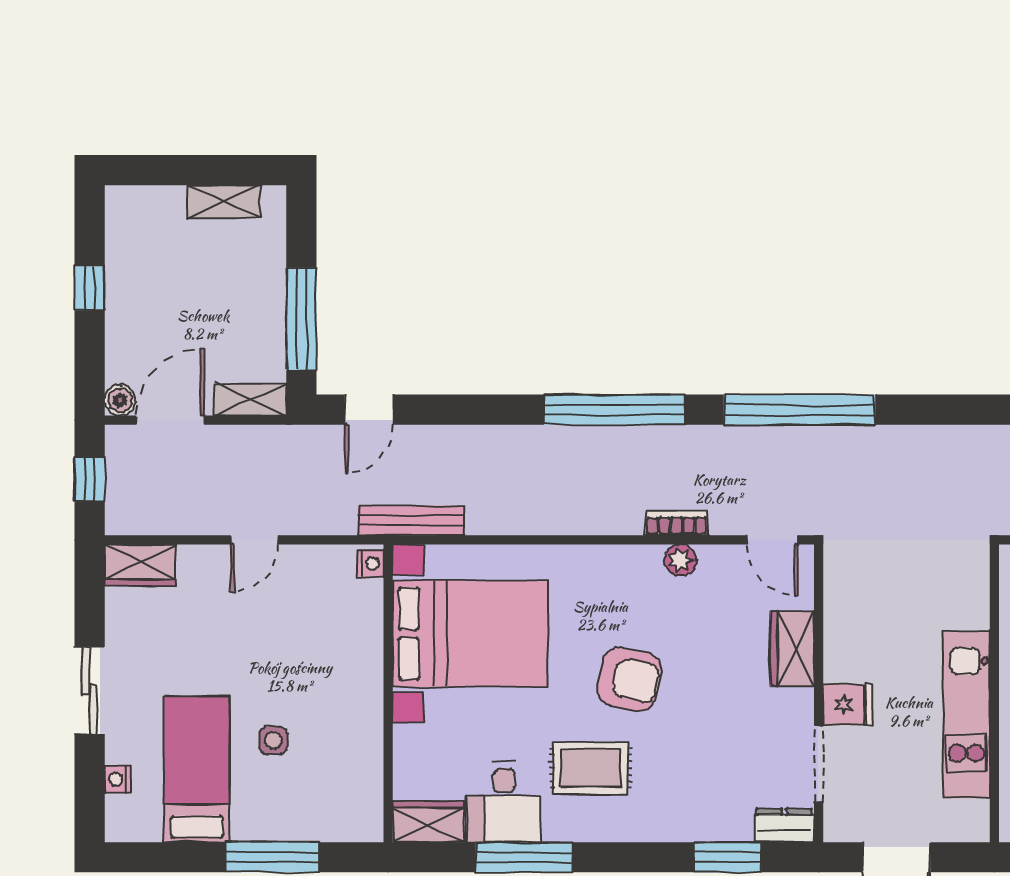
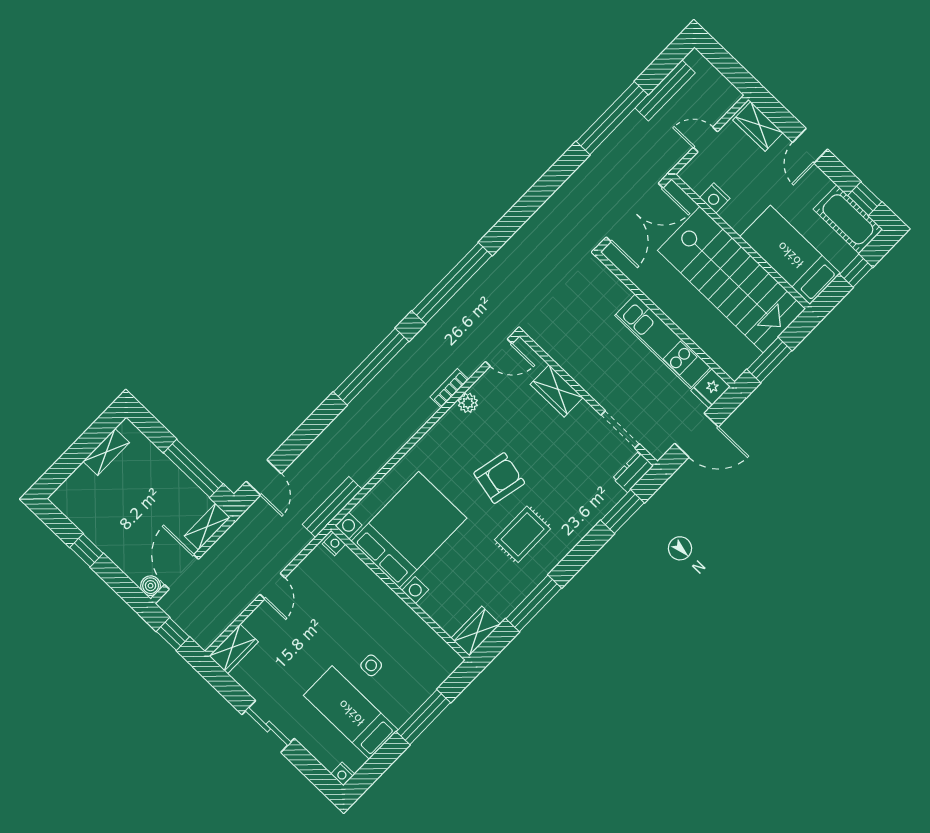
fridge: (848, 705) -> (711, 389), moved, turned 180
nightstand: (118, 779) -> (343, 774), moved
desk: (504, 802) -> (500, 588), removed

